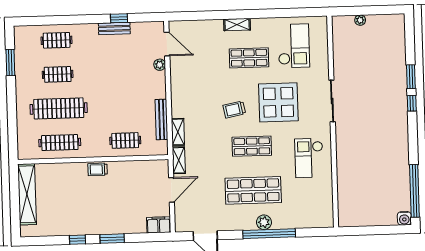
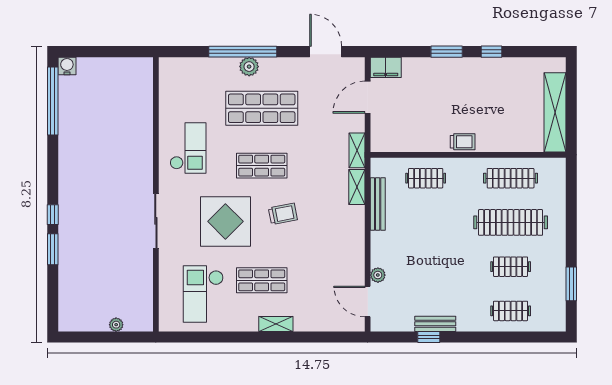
door: (171, 190) -> (368, 97), moved

